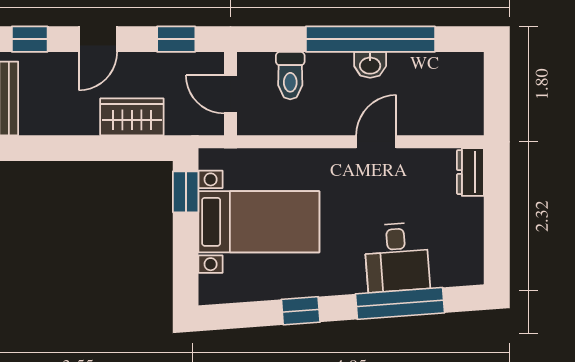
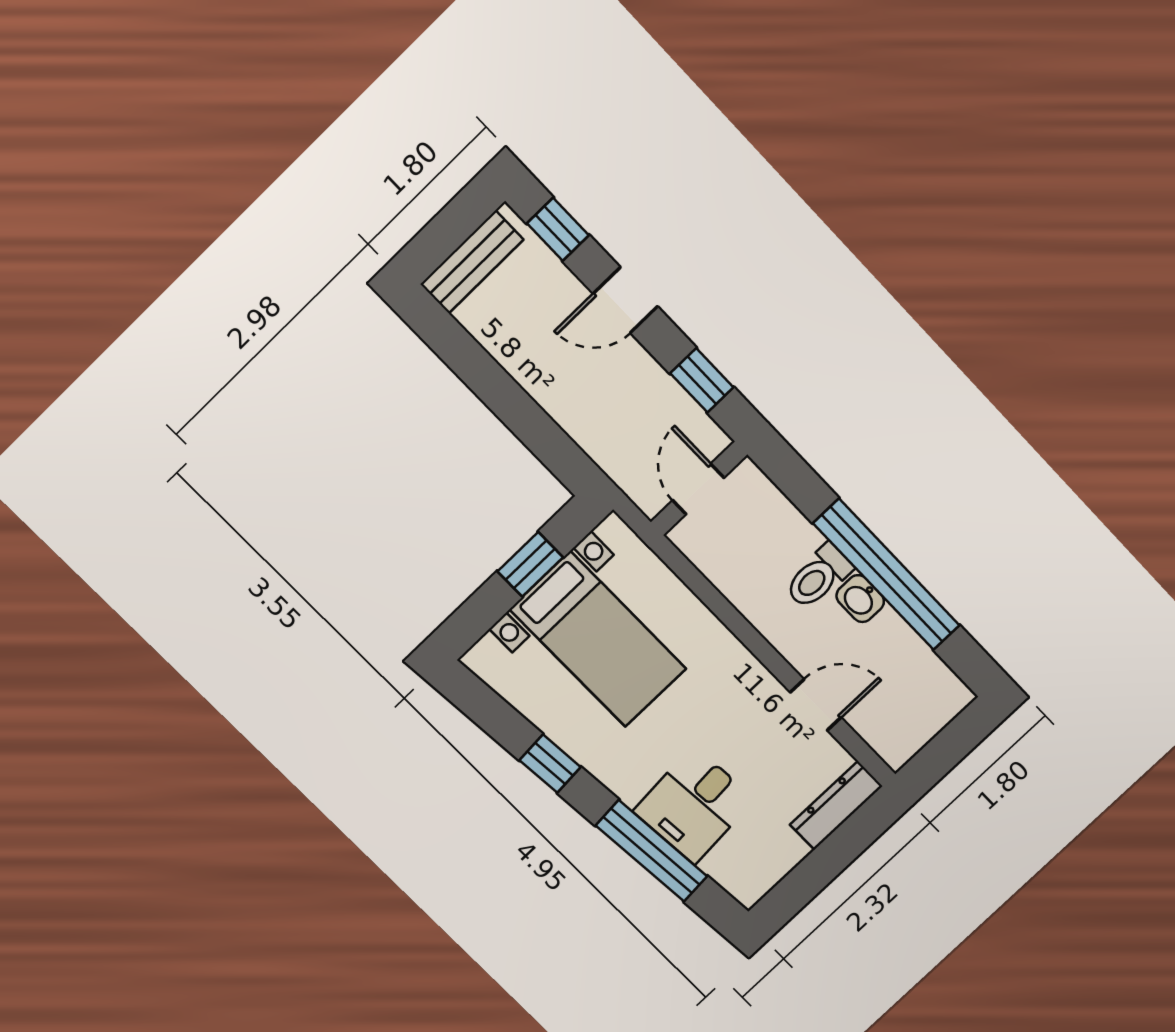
toilet: (290, 76) -> (818, 577), moved
wardrobe: (132, 117) -> (580, 412), removed
door: (376, 142) -> (816, 705), moved
dresser: (470, 172) -> (836, 805), width x1.44
window: (186, 192) -> (530, 564), moved

